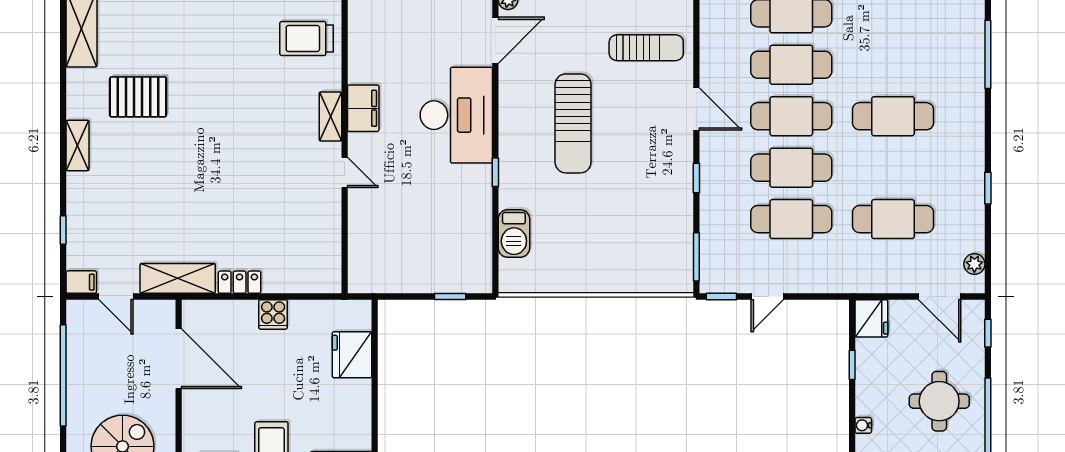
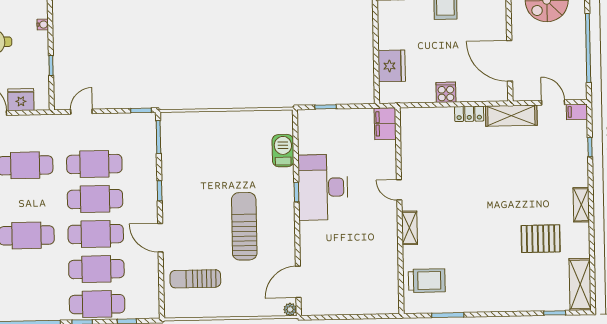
filing cabinet: (363, 108) -> (385, 124), moved
desk: (456, 115) -> (323, 187), moved
door: (767, 296) -> (81, 112), moved
fridge: (871, 318) -> (21, 100), moved, turned 90

